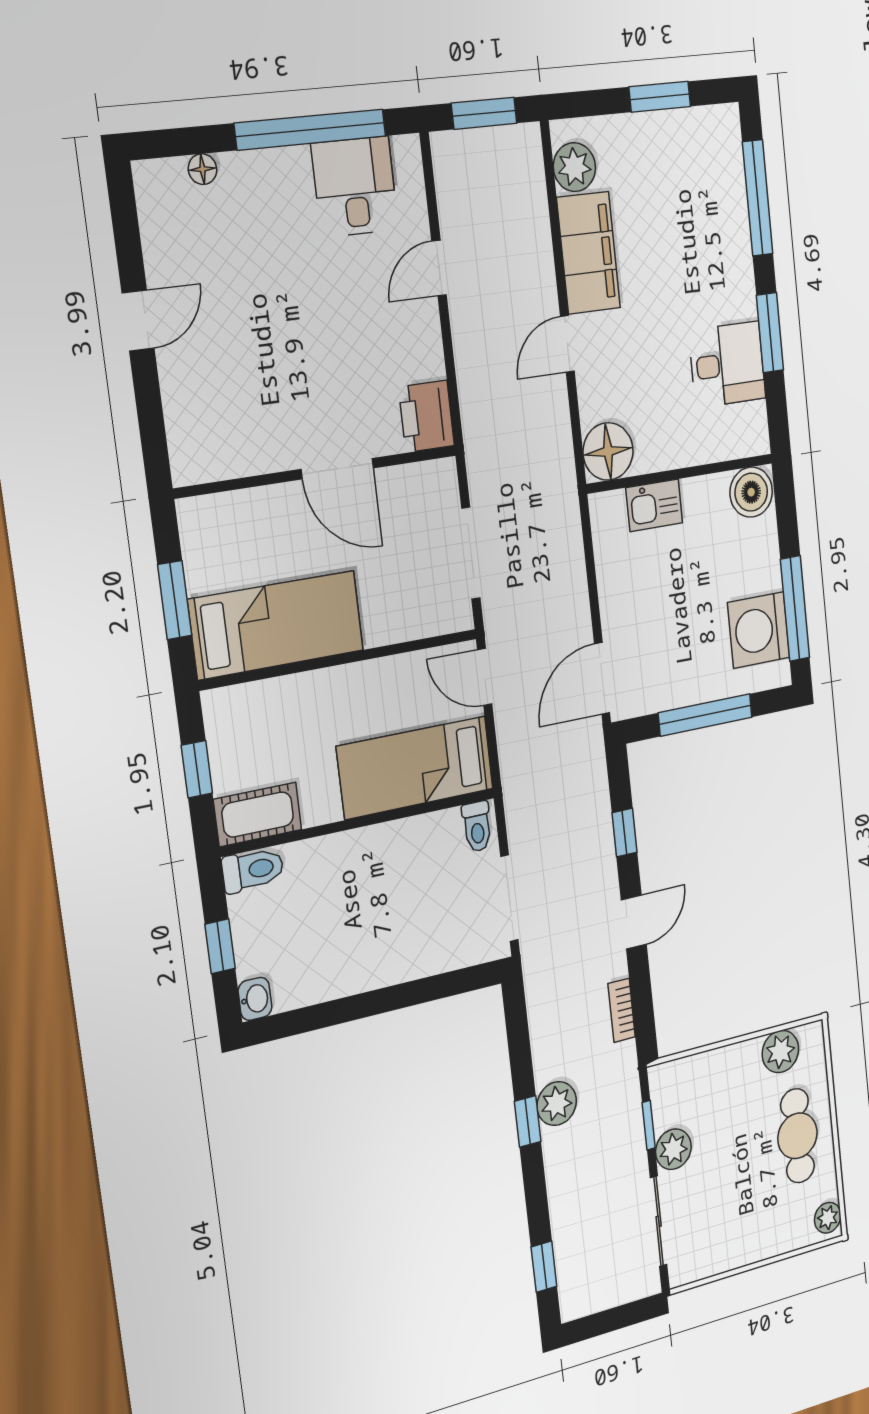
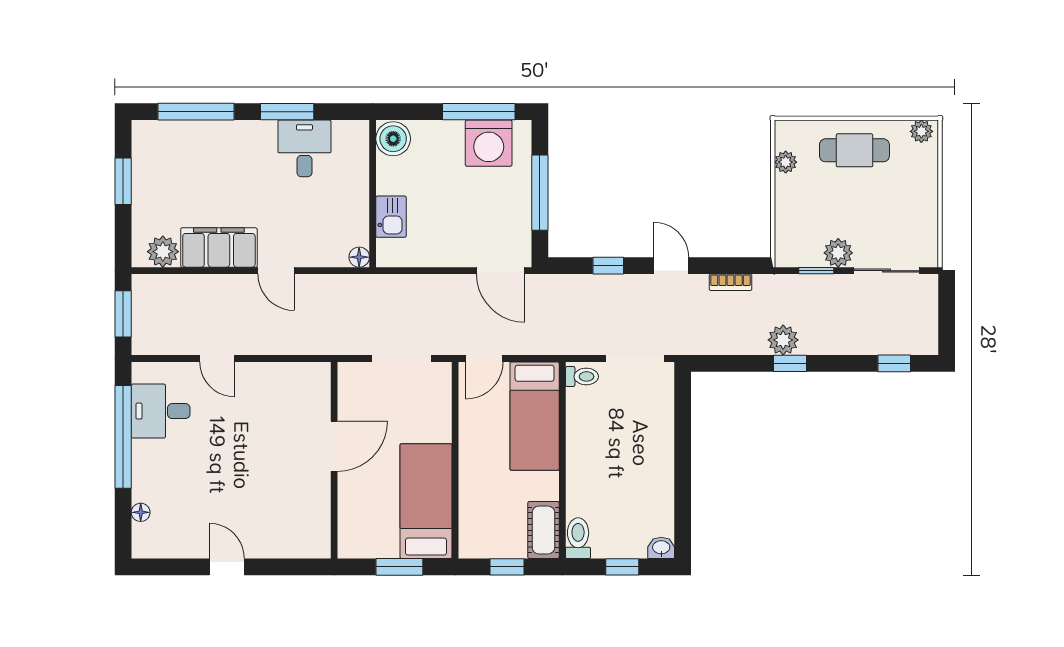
printer: (426, 416) -> (310, 379), removed
floor lamp: (608, 451) -> (359, 257), width x0.53, depth x0.53
plant: (780, 1051) -> (786, 162), width x0.73, depth x0.73

